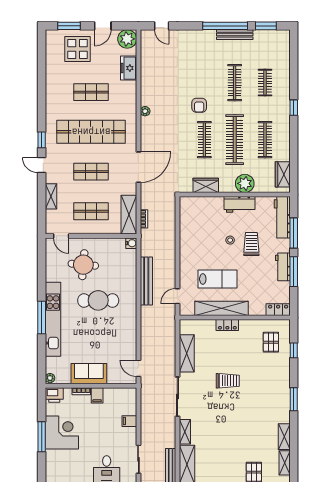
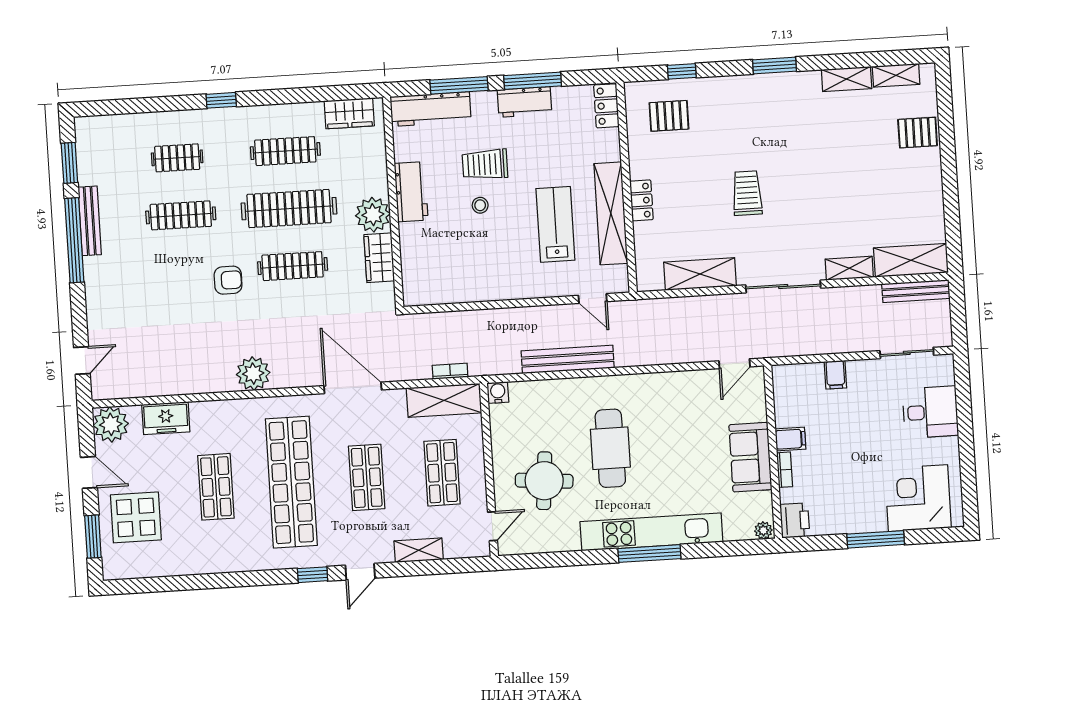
plant: (145, 111) -> (253, 374), width x1.87, depth x1.87
plant: (245, 183) -> (373, 215), moved
corner desk: (62, 433) -> (918, 498), moved

